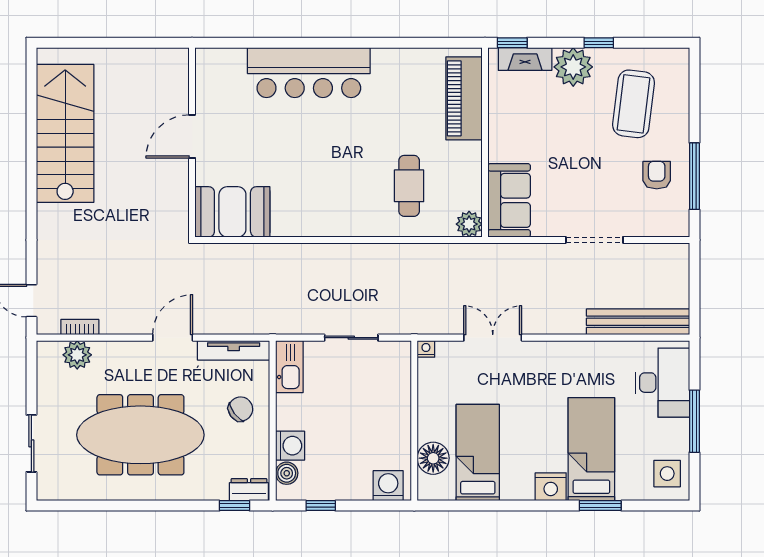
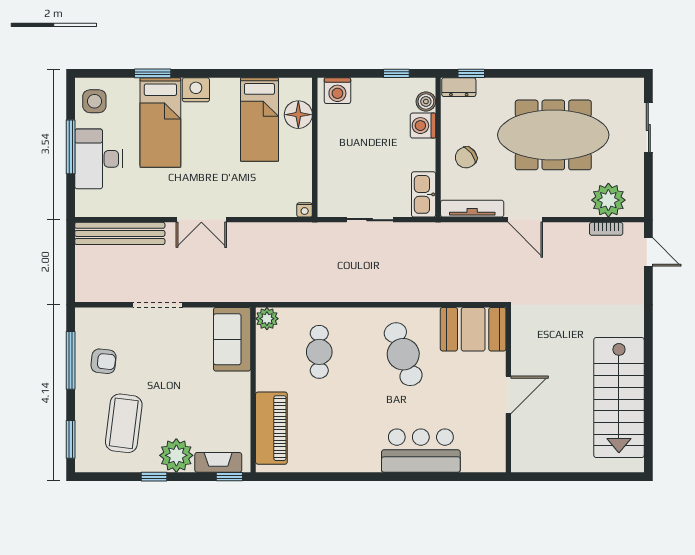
bar counter: (309, 73) -> (421, 451), width x0.73
window: (694, 85) -> (71, 439), added
armchair: (657, 175) -> (104, 361), turned -84
cafe table: (313, 183) -> (403, 354), added
door: (173, 338) -> (525, 220), hinge flipped
double door: (493, 338) -> (201, 220), moved
plant: (77, 355) -> (608, 200), width x1.36, depth x1.36
desk: (662, 383) -> (99, 159), moved

